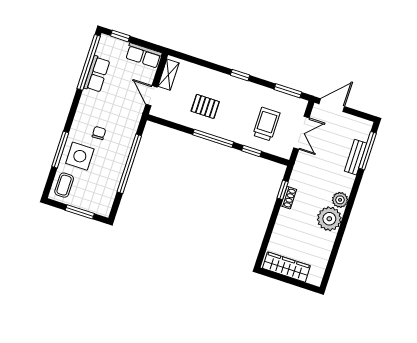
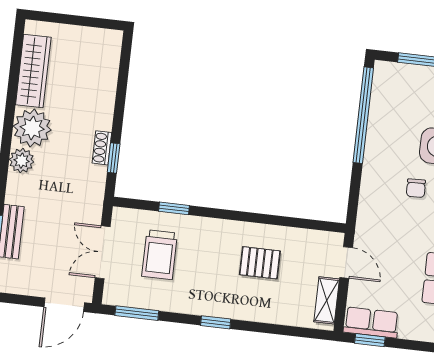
window: (120, 36) -> (370, 340), moved
window: (213, 138) -> (237, 216), removed
window: (129, 164) -> (363, 115), moved
wardrobe: (286, 267) -> (33, 71), moved, turned -90

